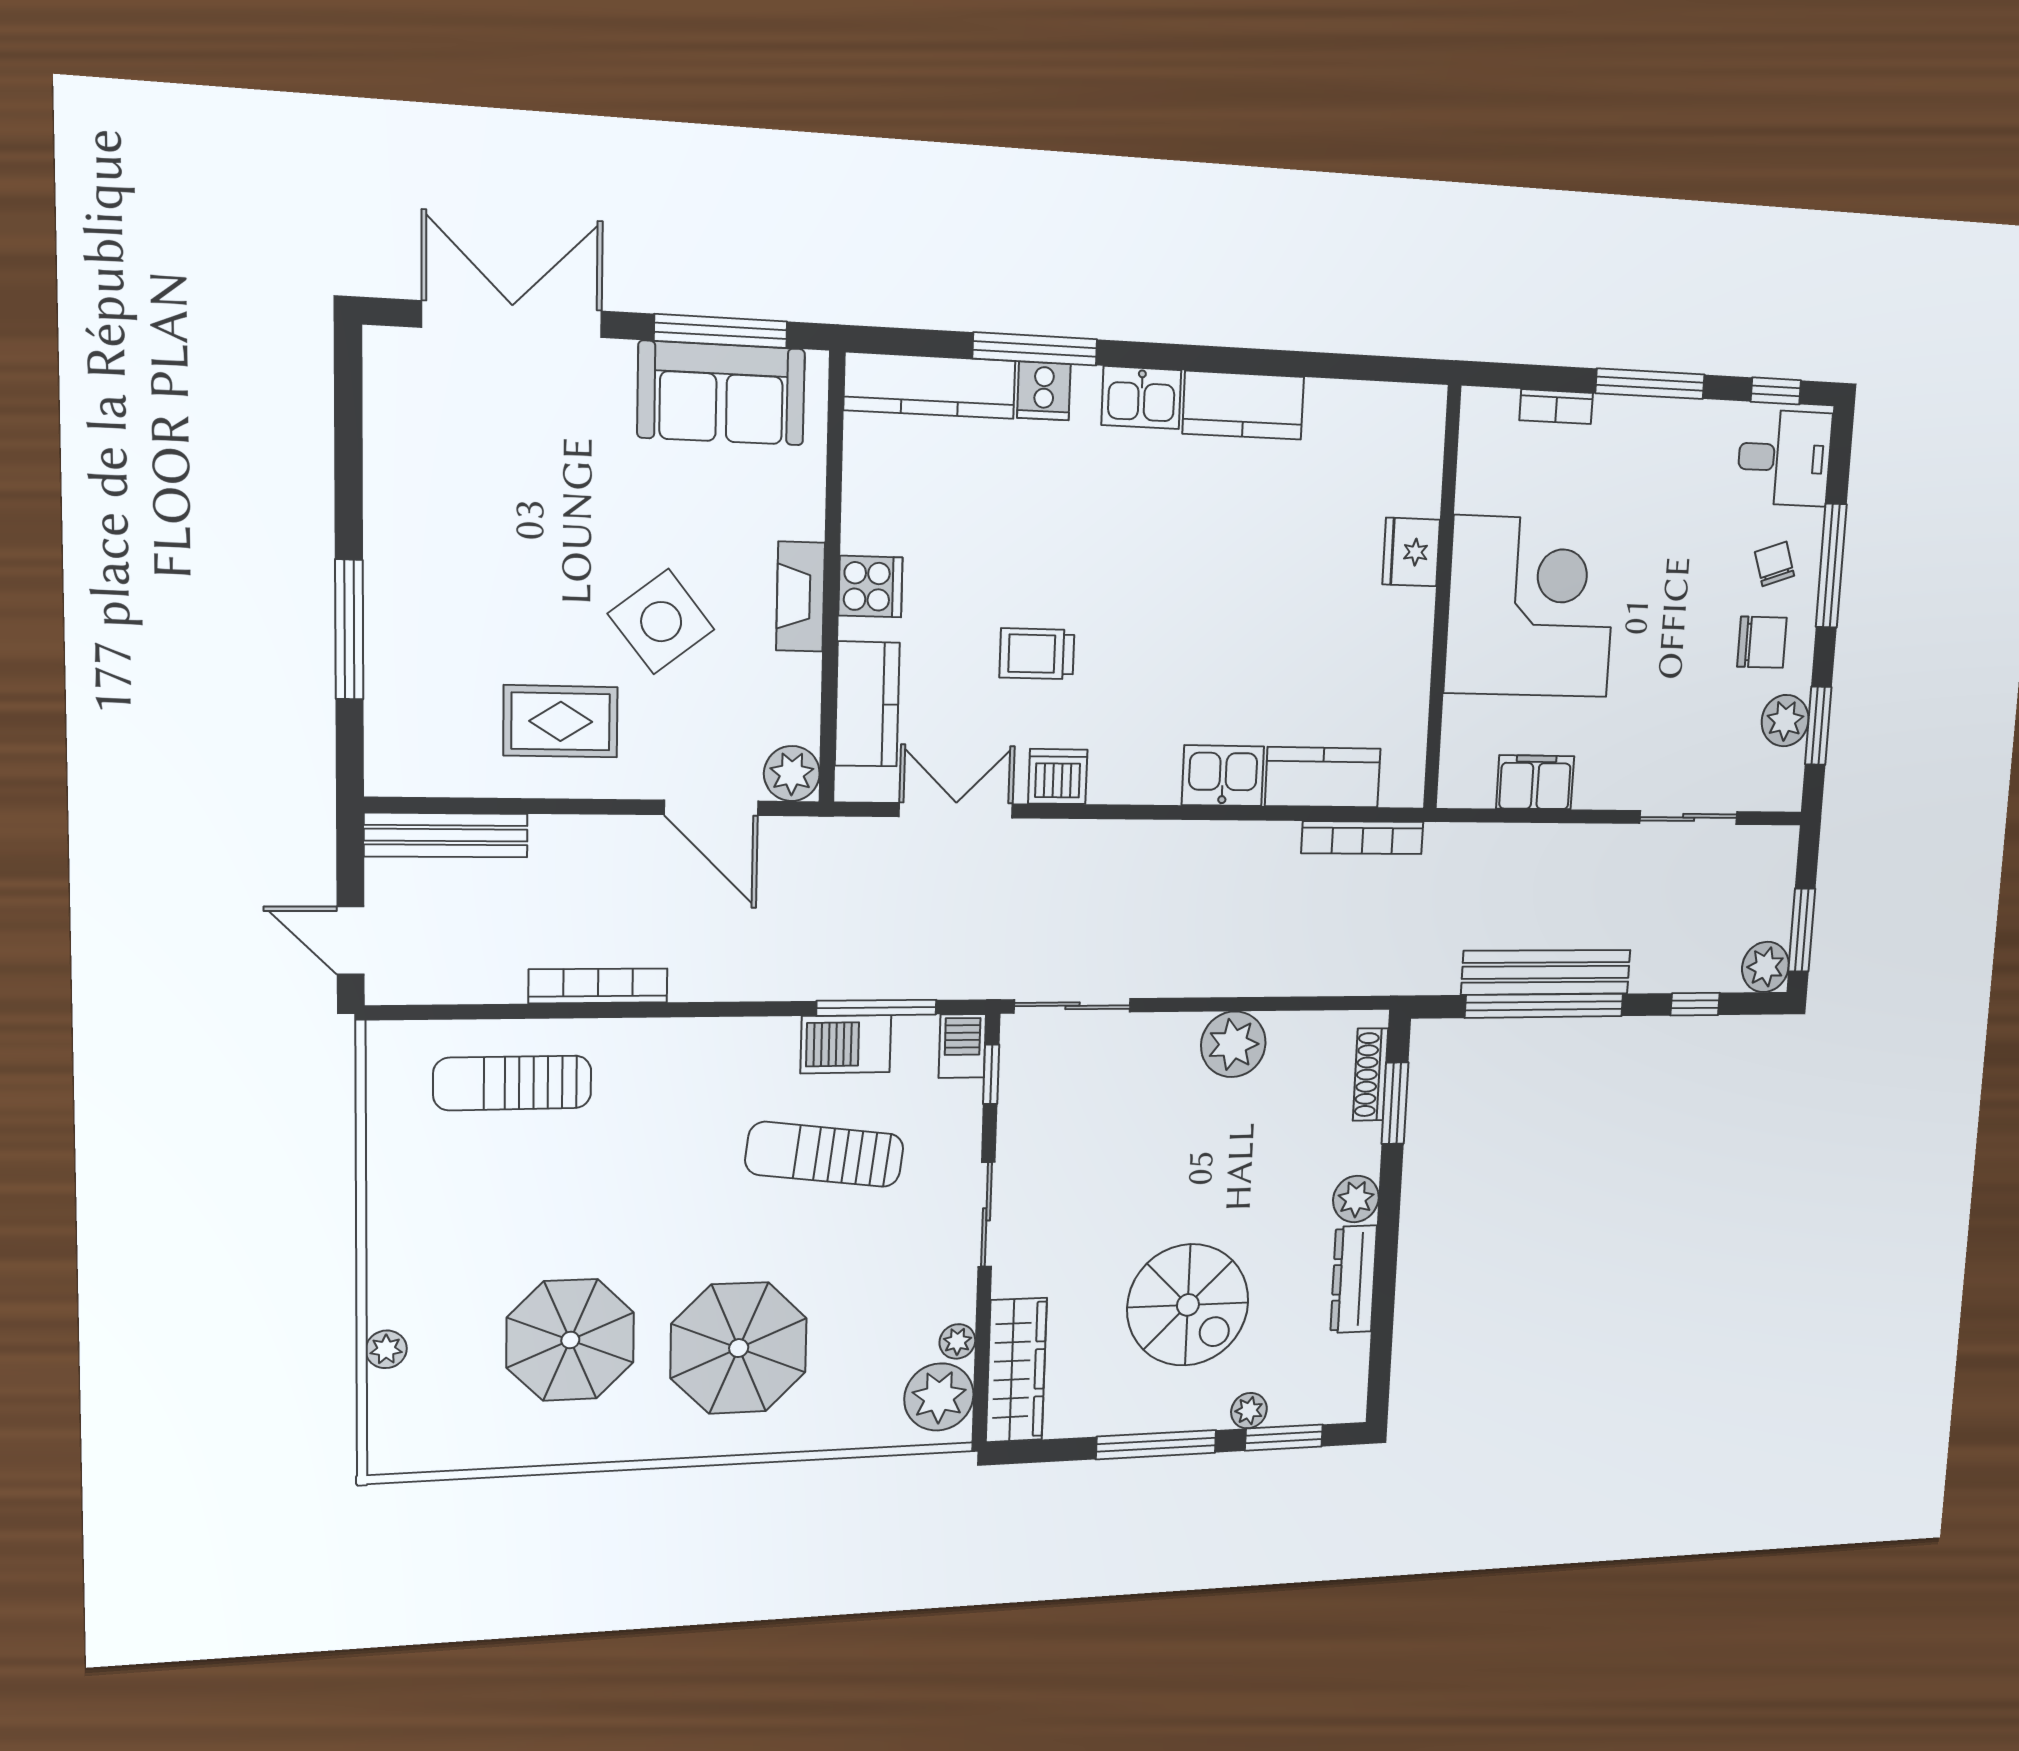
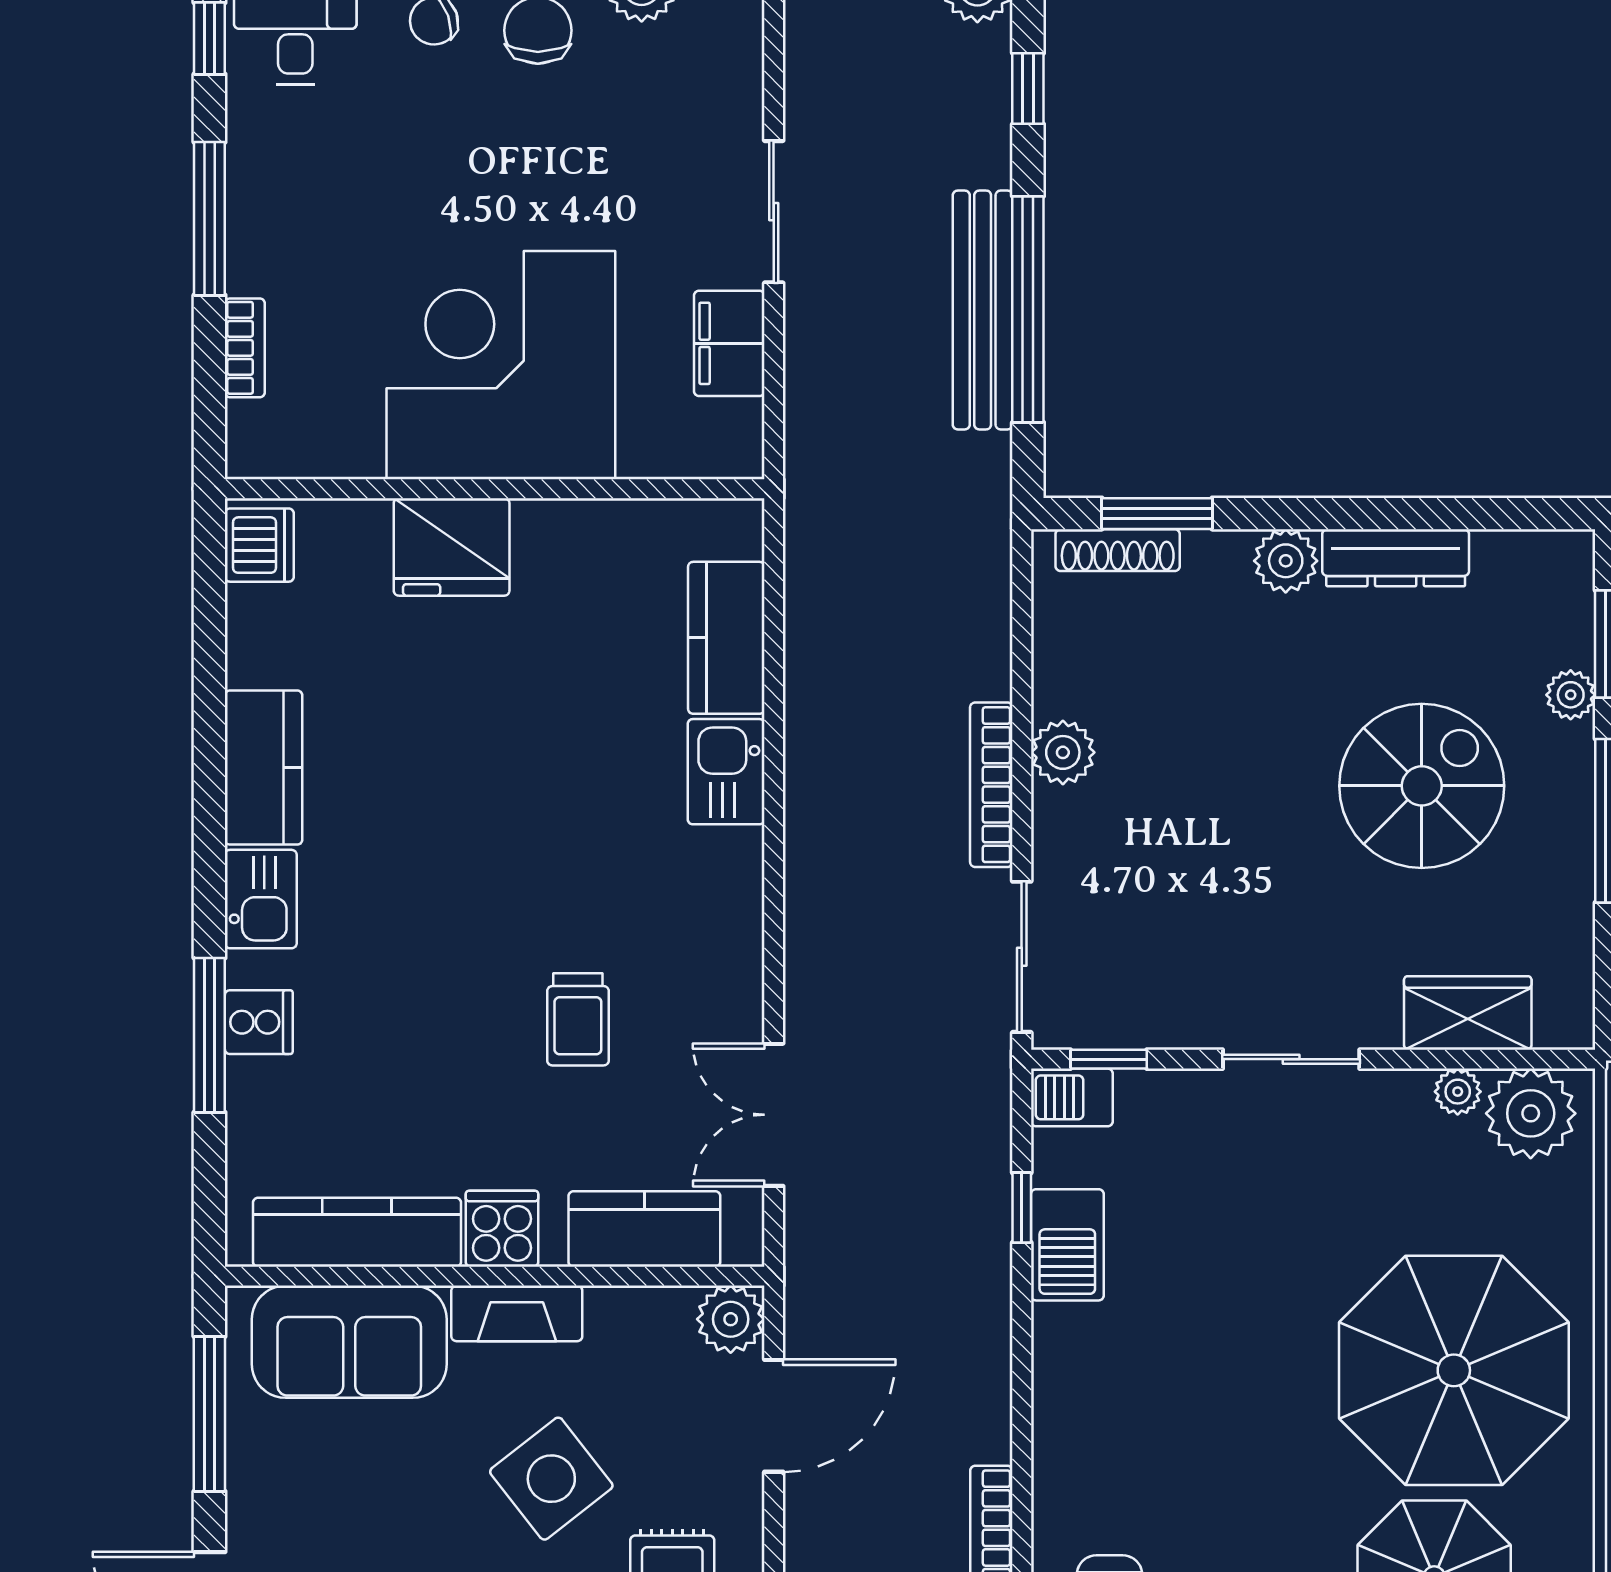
kitchen counter: (930, 385) -> (357, 1232), moved, turned -90
sofa: (721, 393) -> (349, 1342), moved, turned 90
fridge: (1411, 552) -> (452, 547), width x1.36, depth x1.34
dishwasher: (1058, 777) -> (259, 545), moved, turned 180
sliding door: (1689, 817) -> (774, 212), moved
bookcase: (1362, 838) -> (991, 785), moved, turned 180
window: (877, 1008) -> (1022, 1208), width x0.46
plant: (1233, 1044) -> (1063, 752), width x0.73, depth x0.73
sun lounger: (825, 1154) -> (1207, 1268), removed
parasol: (739, 1348) -> (1454, 1370), width x1.36, depth x1.36
wardrobe: (1016, 1370) -> (1468, 1013), width x0.67

